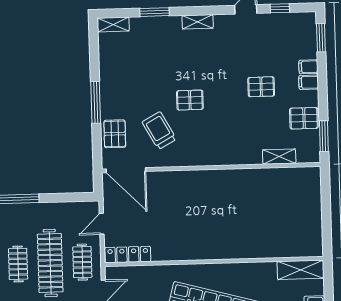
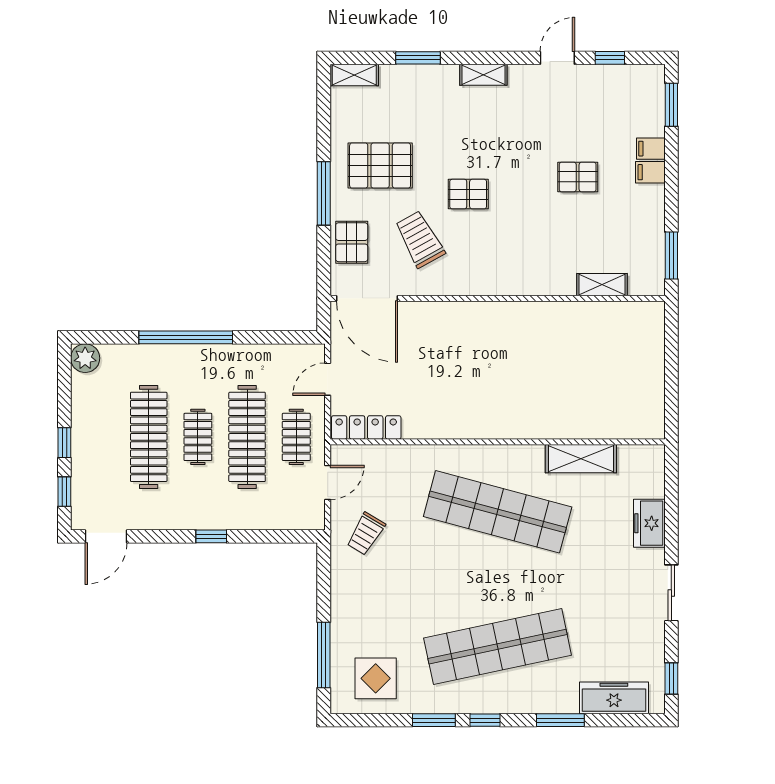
pallet: (304, 118) -> (380, 166), moved, width x1.50, depth x1.42
shelving: (301, 270) -> (581, 459), moved

